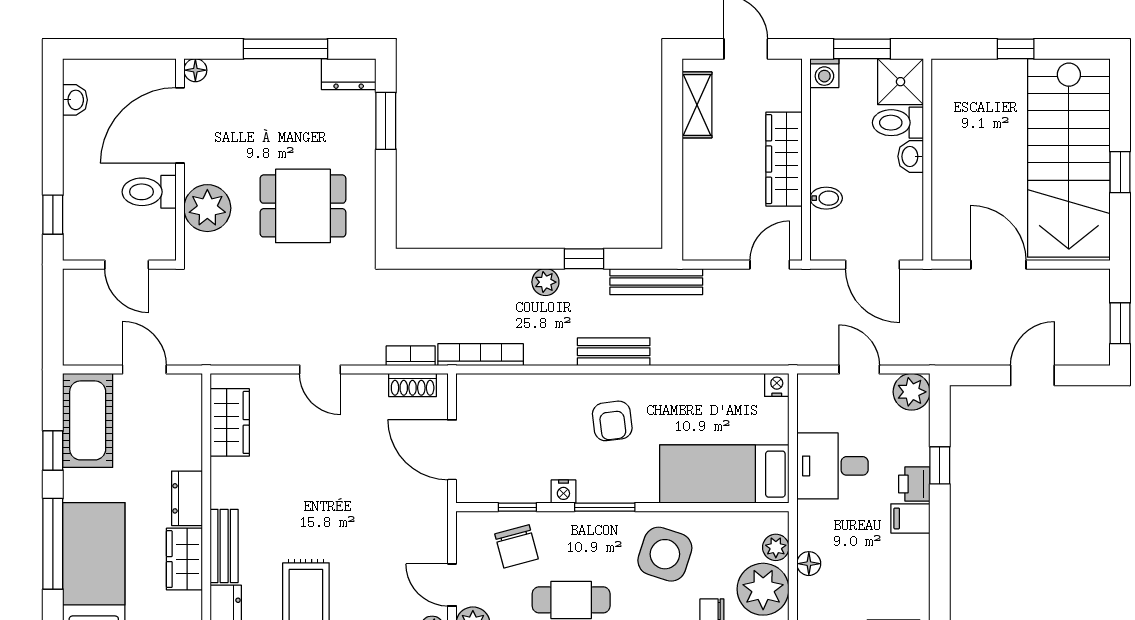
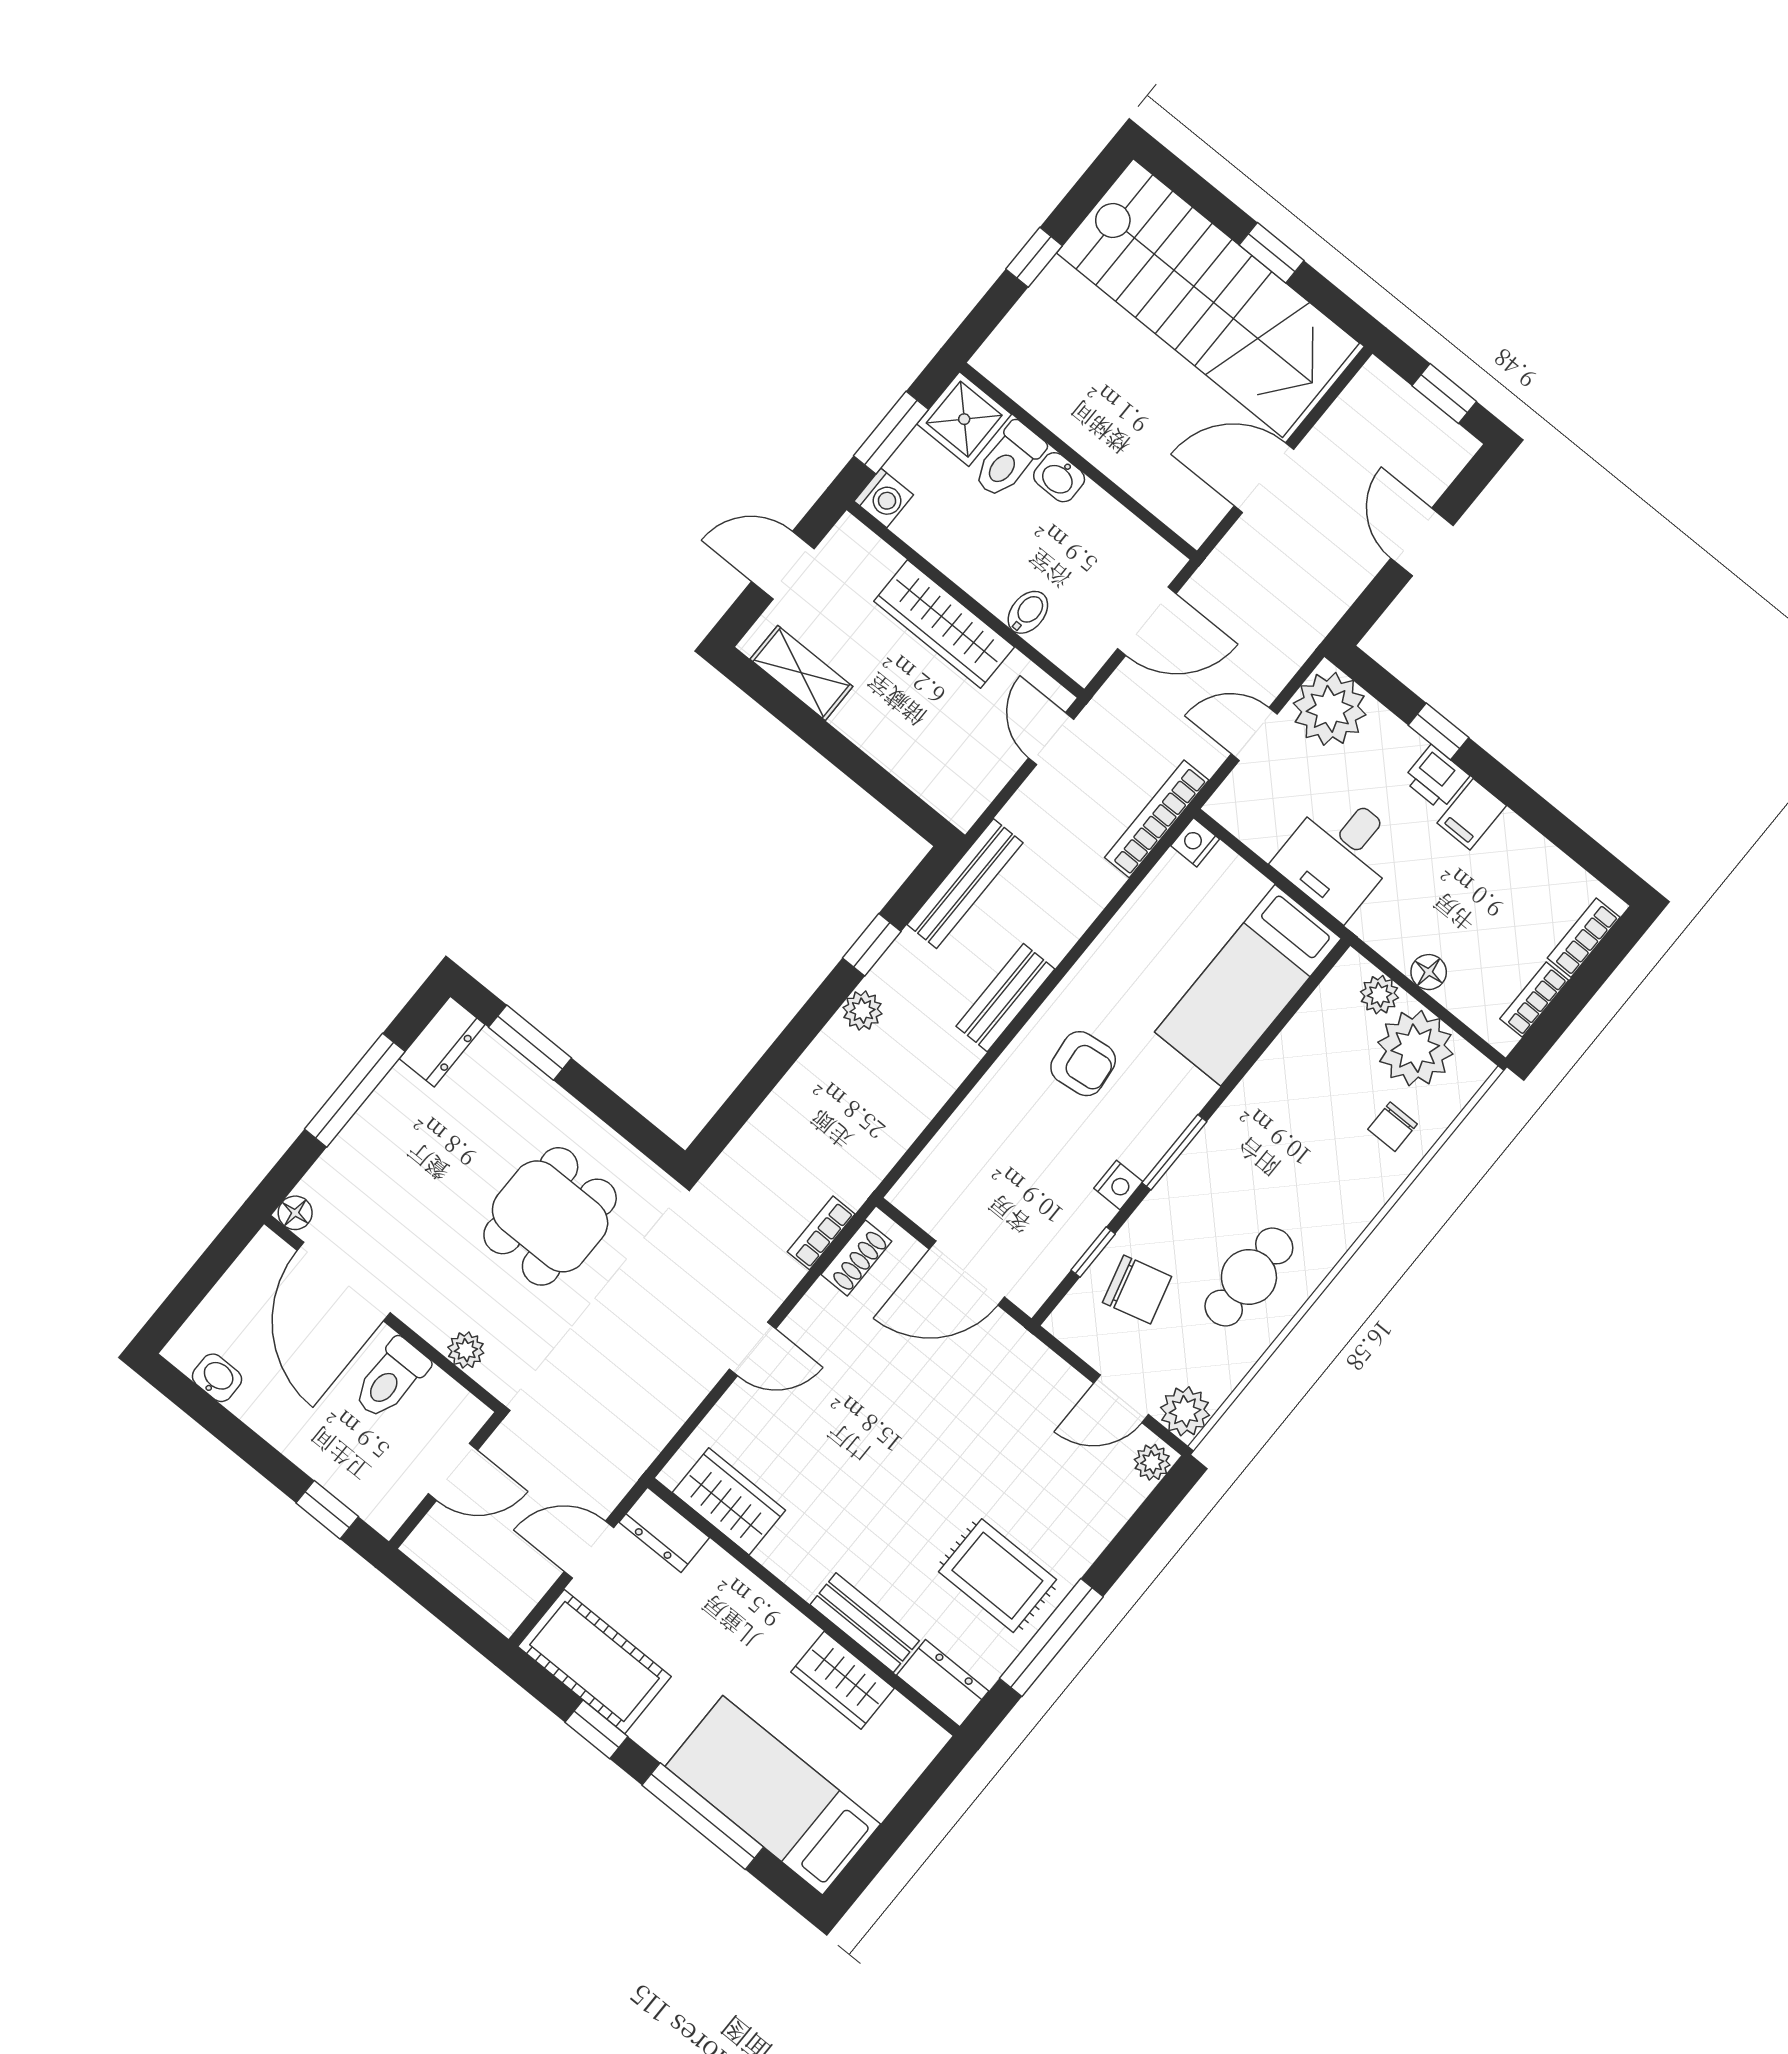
plant: (207, 208) -> (466, 1350), width x0.53, depth x0.53
bookcase: (481, 355) -> (1157, 819), moved
plant: (912, 392) -> (1330, 709), width x1.36, depth x1.36
dresser: (187, 498) -> (664, 1530), moved
side table: (665, 554) -> (1284, 1127), removed

